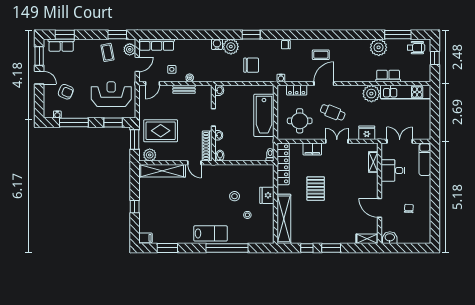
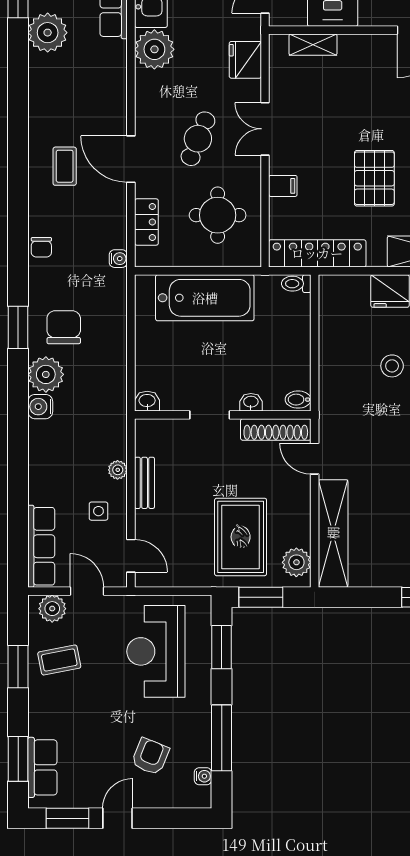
window: (117, 35) -> (18, 667), moved
chair: (251, 65) -> (64, 327), moved
filing cabinet: (312, 149) -> (283, 186), width x0.50
door: (194, 163) -> (315, 459), swing flipped
pallet: (316, 189) -> (374, 178), turned 90

